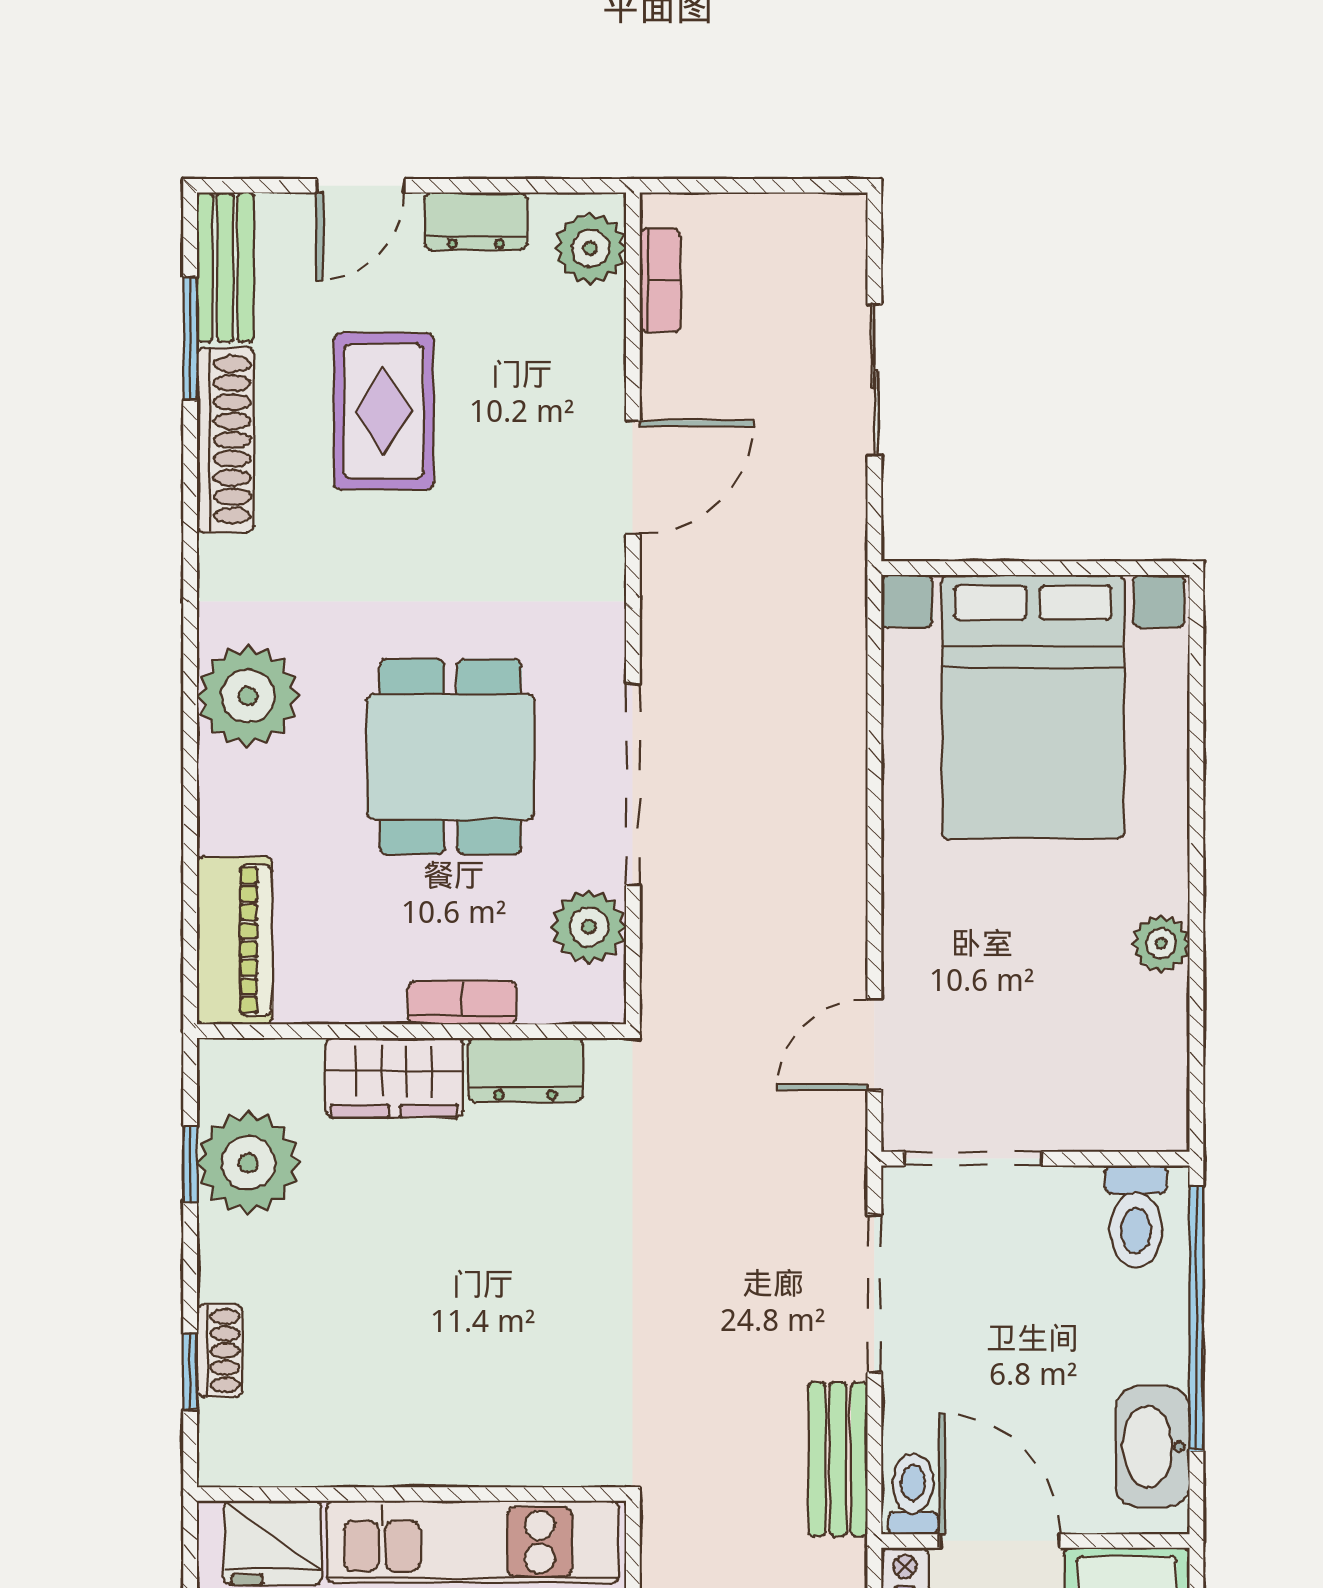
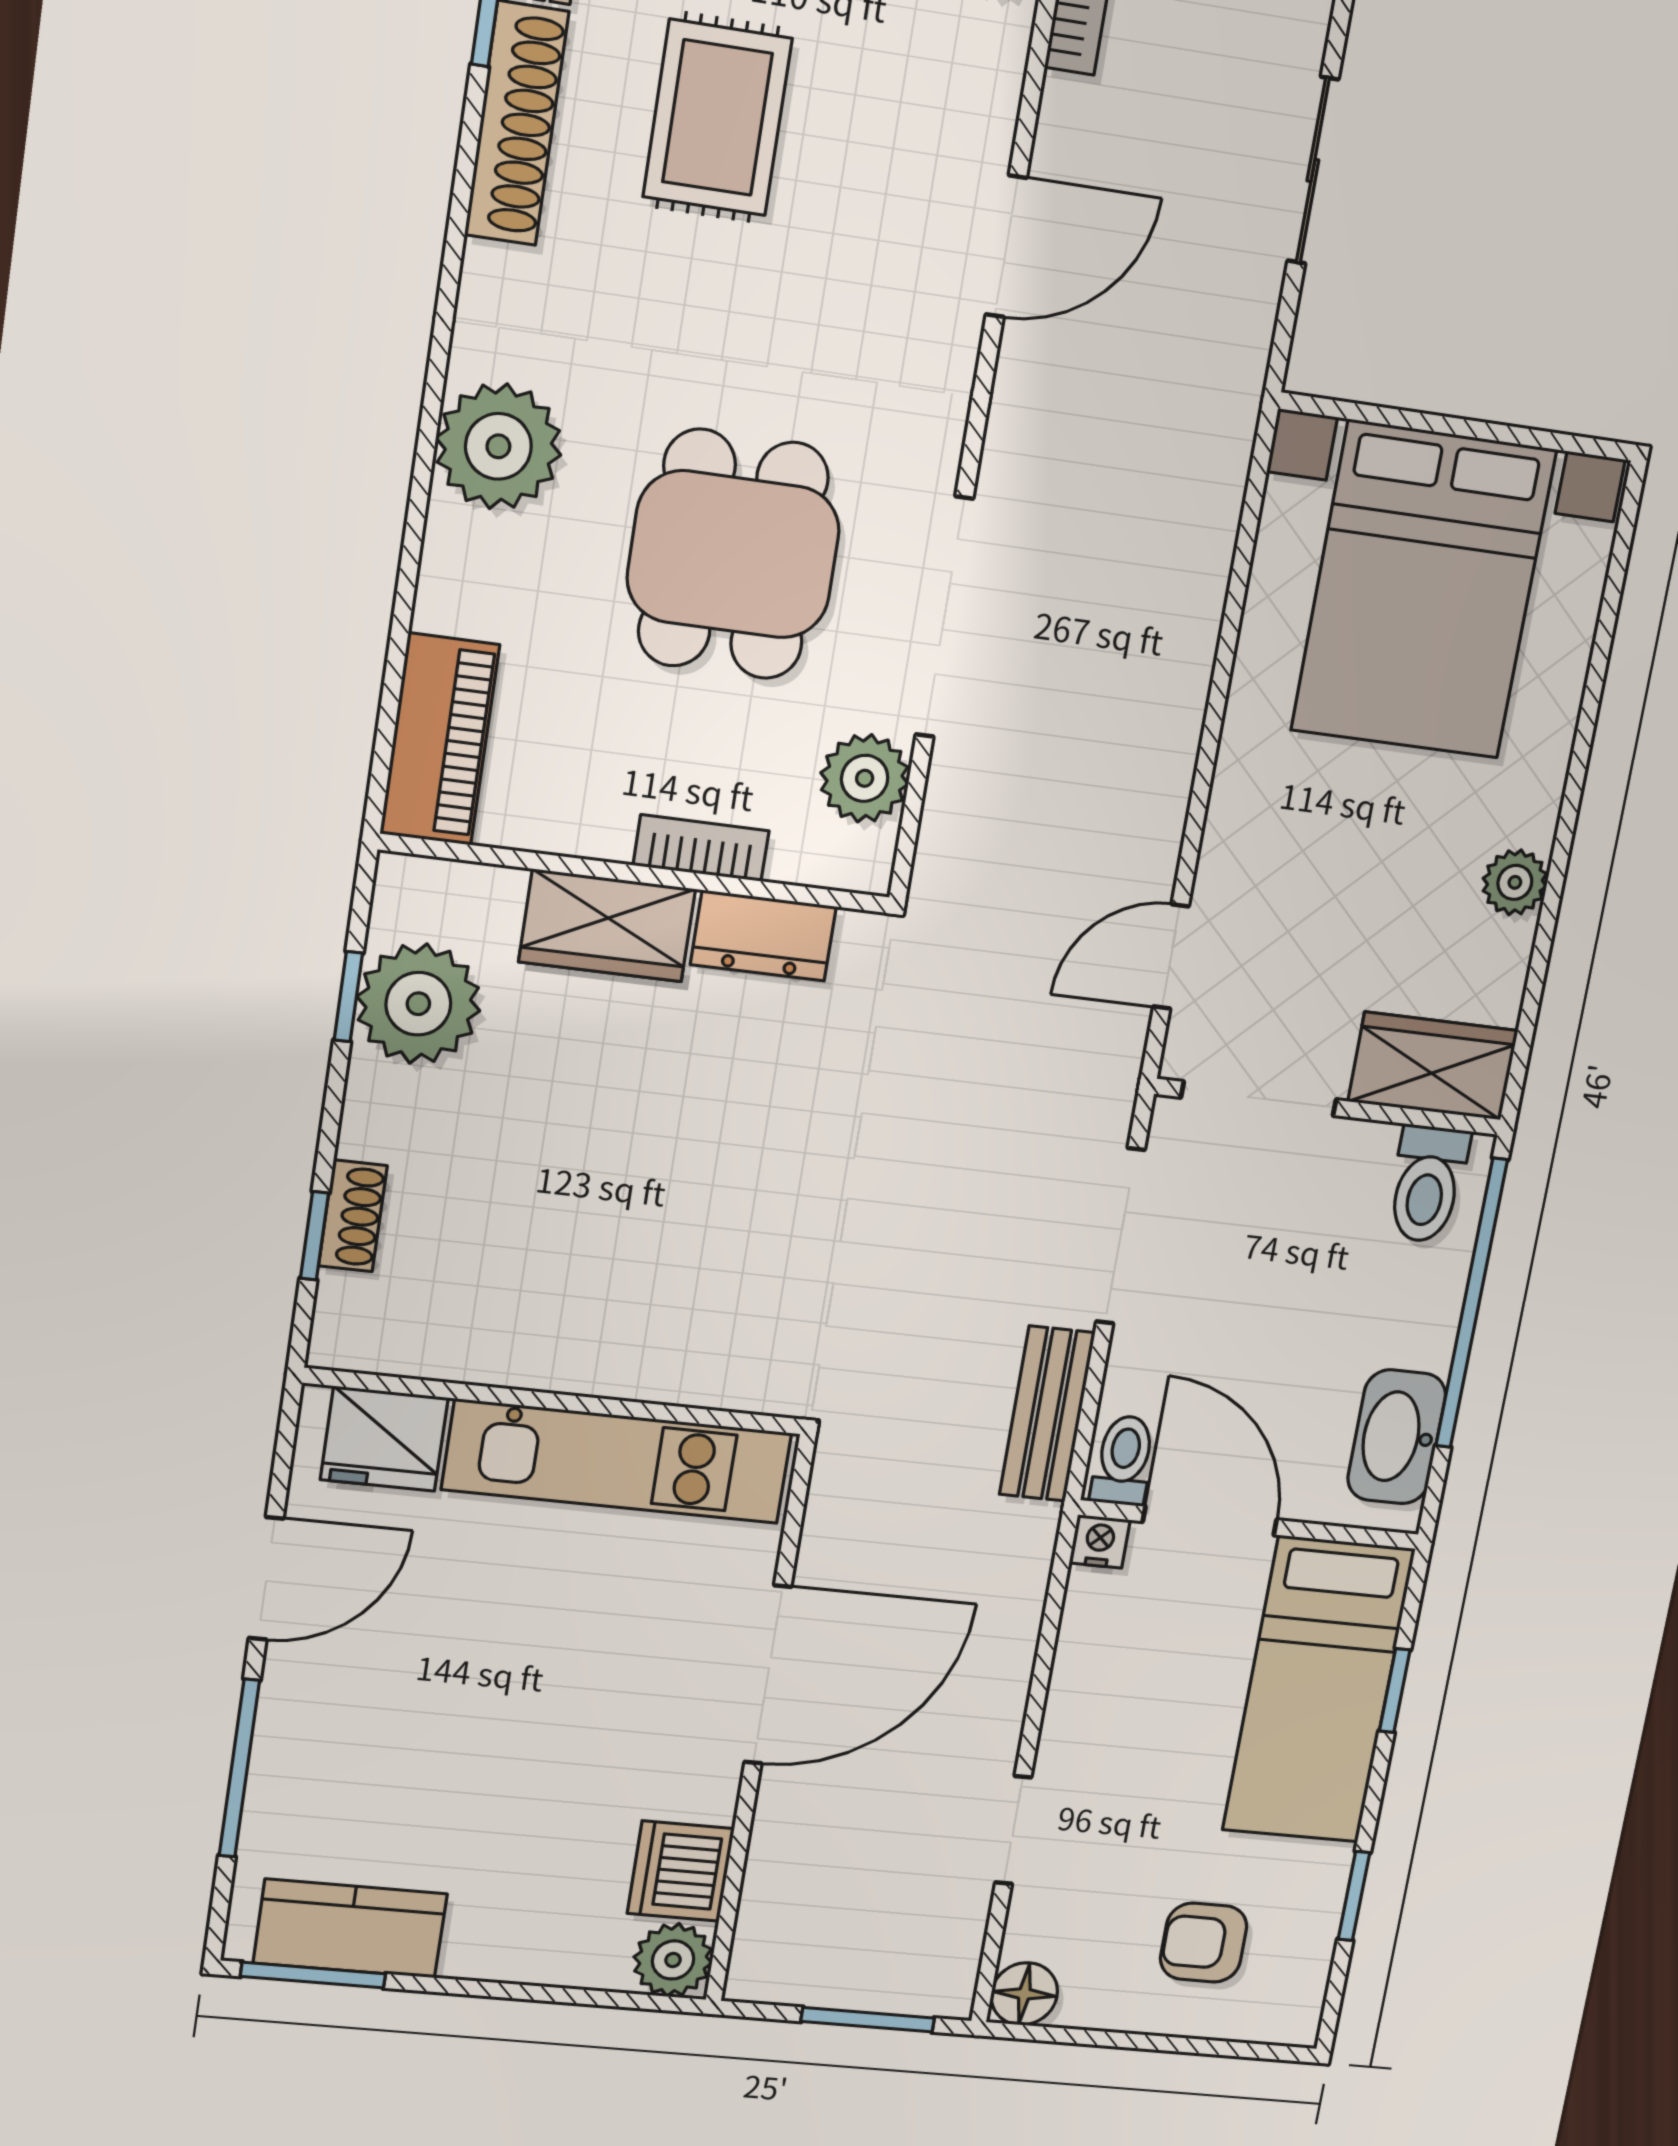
wardrobe: (1121, 1112) -> (1433, 1066), added

